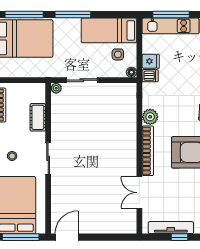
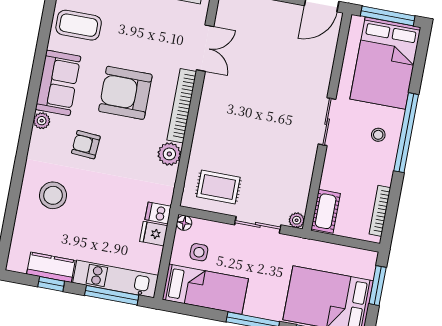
rug: (113, 101) -> (218, 187), added
cot: (38, 117) -> (326, 211), moved

